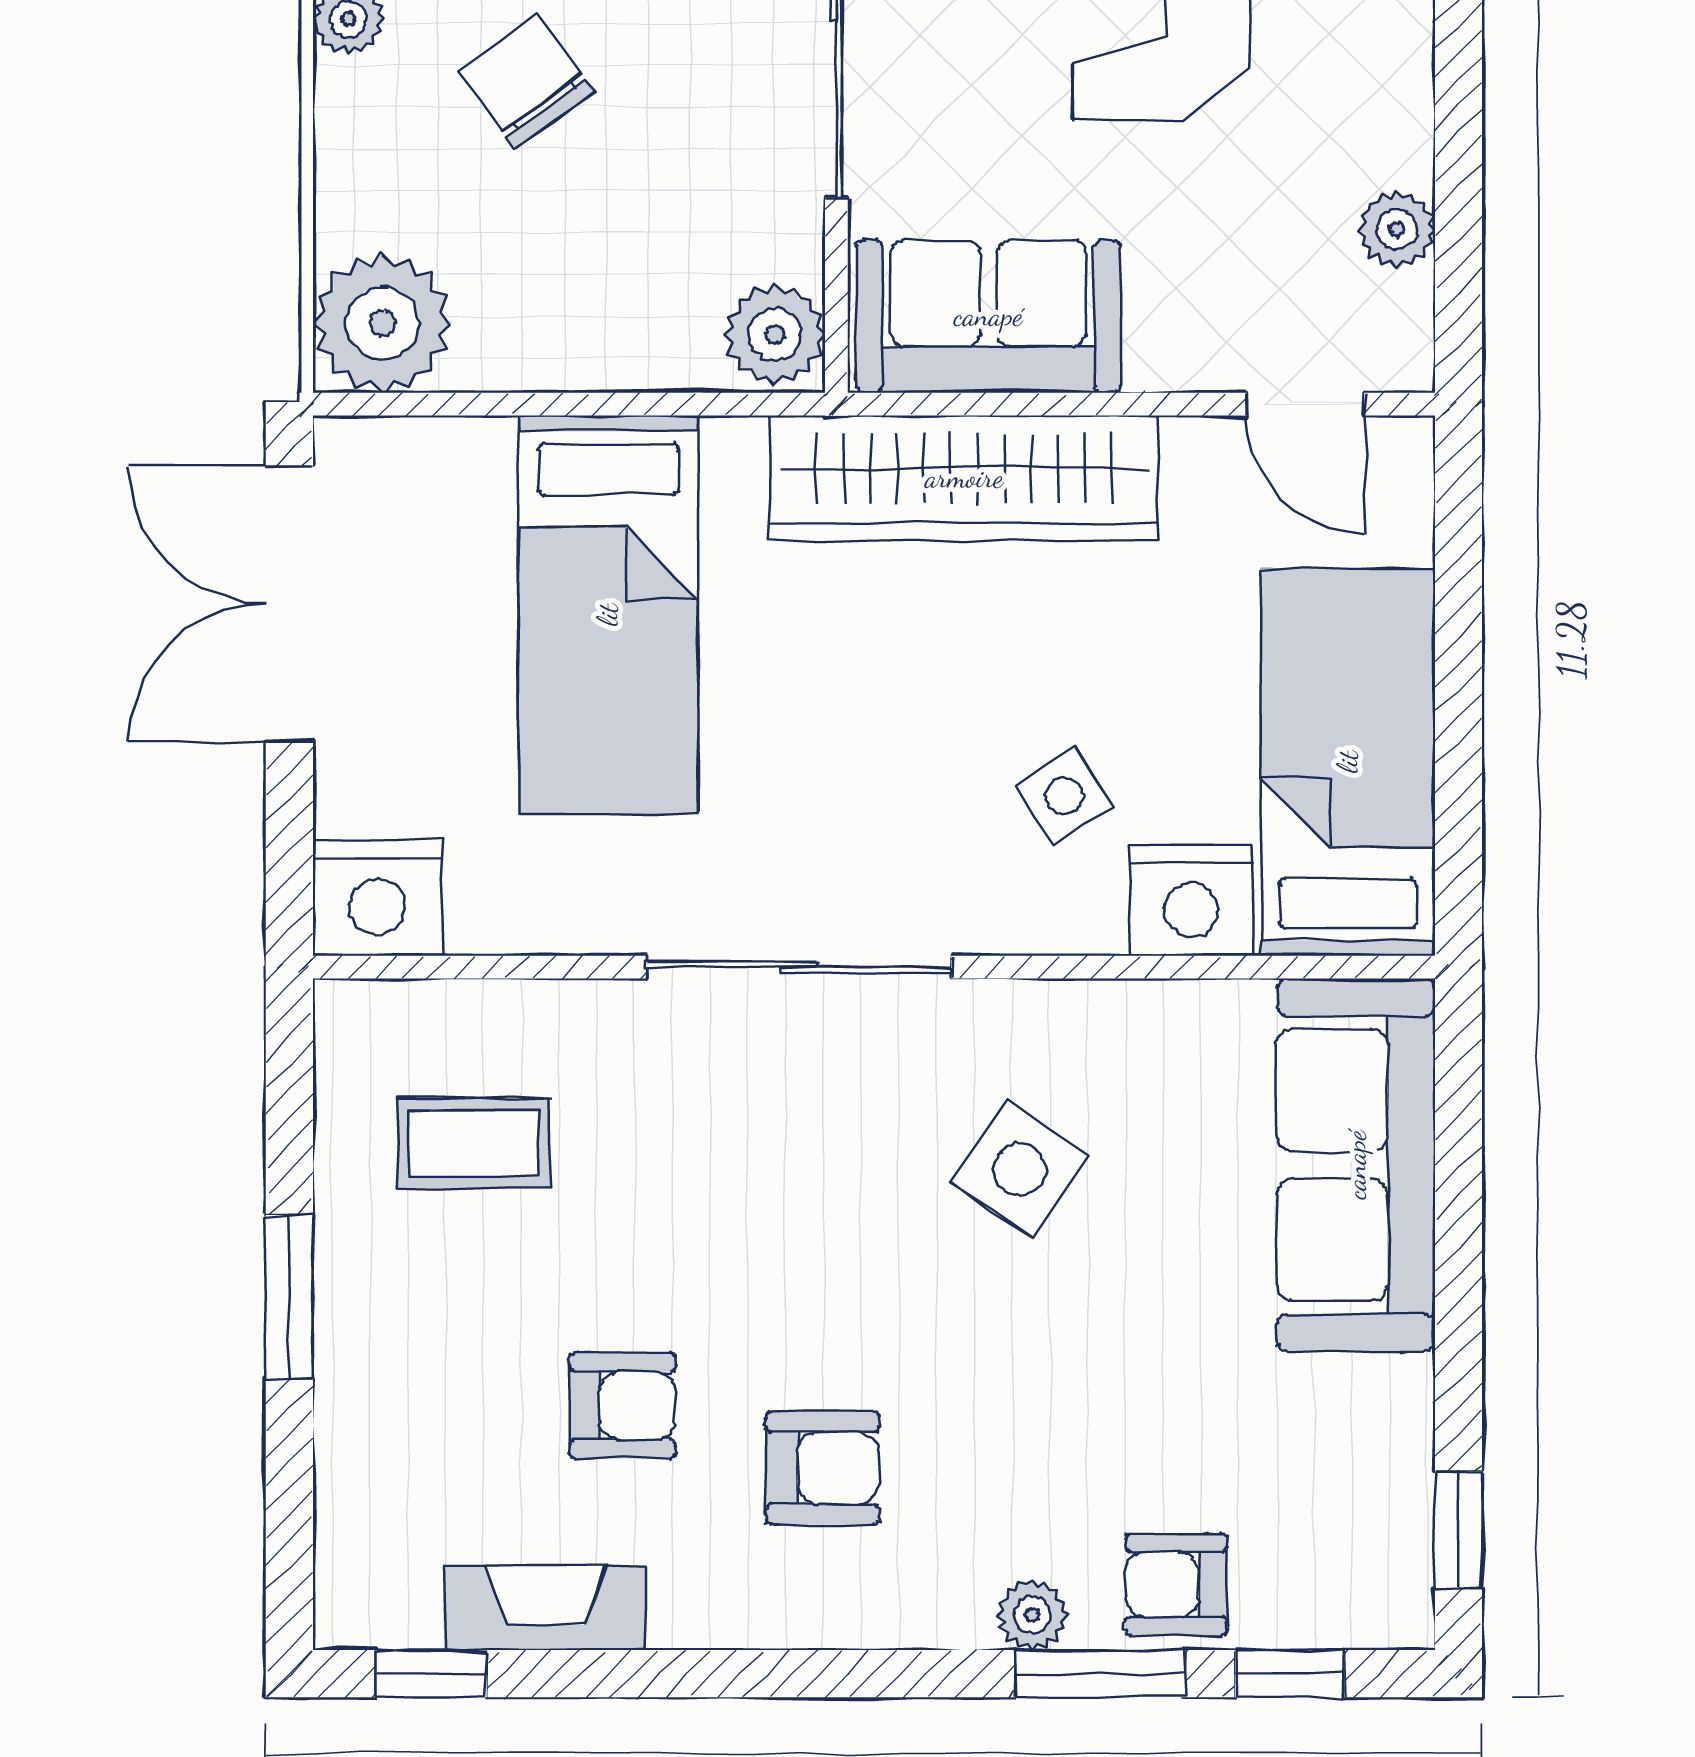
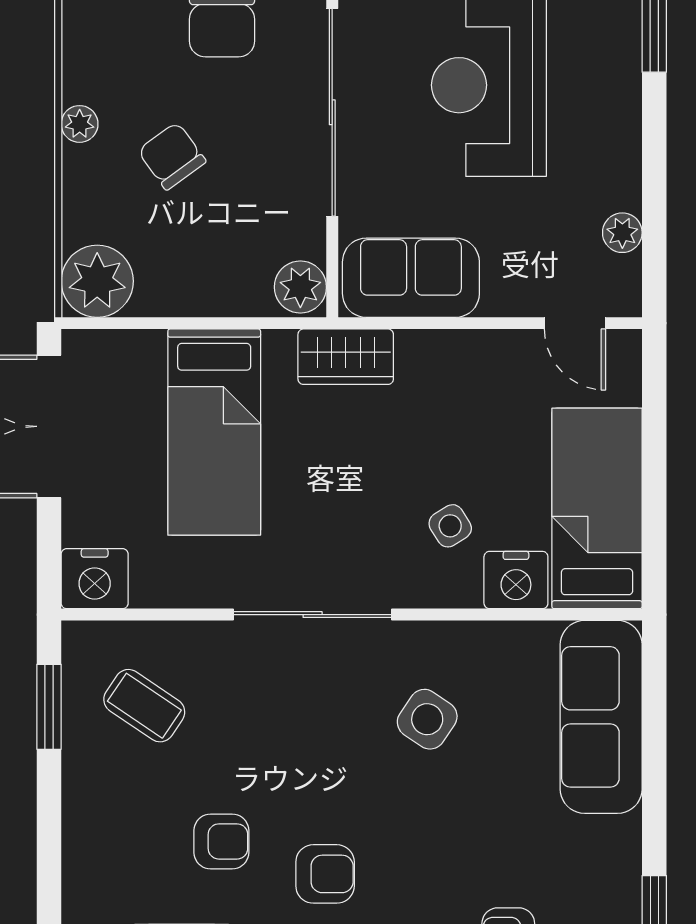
wardrobe: (964, 478) -> (346, 357), width x0.48, depth x0.85
coffee table: (473, 1143) -> (144, 706), turned 34
window: (289, 1297) -> (49, 707), moved

